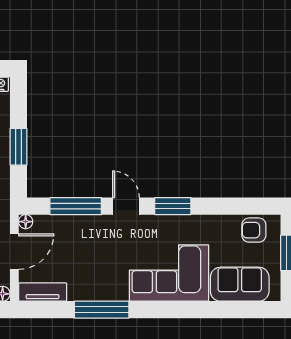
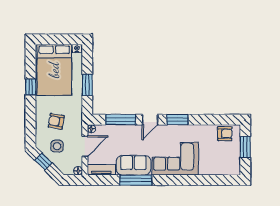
door: (126, 206) -> (150, 120), swing flipped
armchair: (254, 230) -> (225, 134), turned 180
sofa: (240, 284) -> (134, 165), moved

